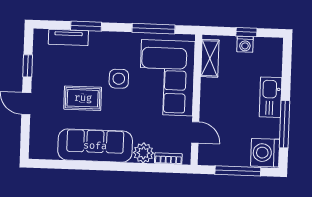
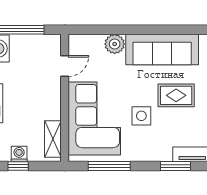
door: (195, 132) -> (65, 66), swing flipped
bookcase: (168, 159) -> (90, 39), removed

